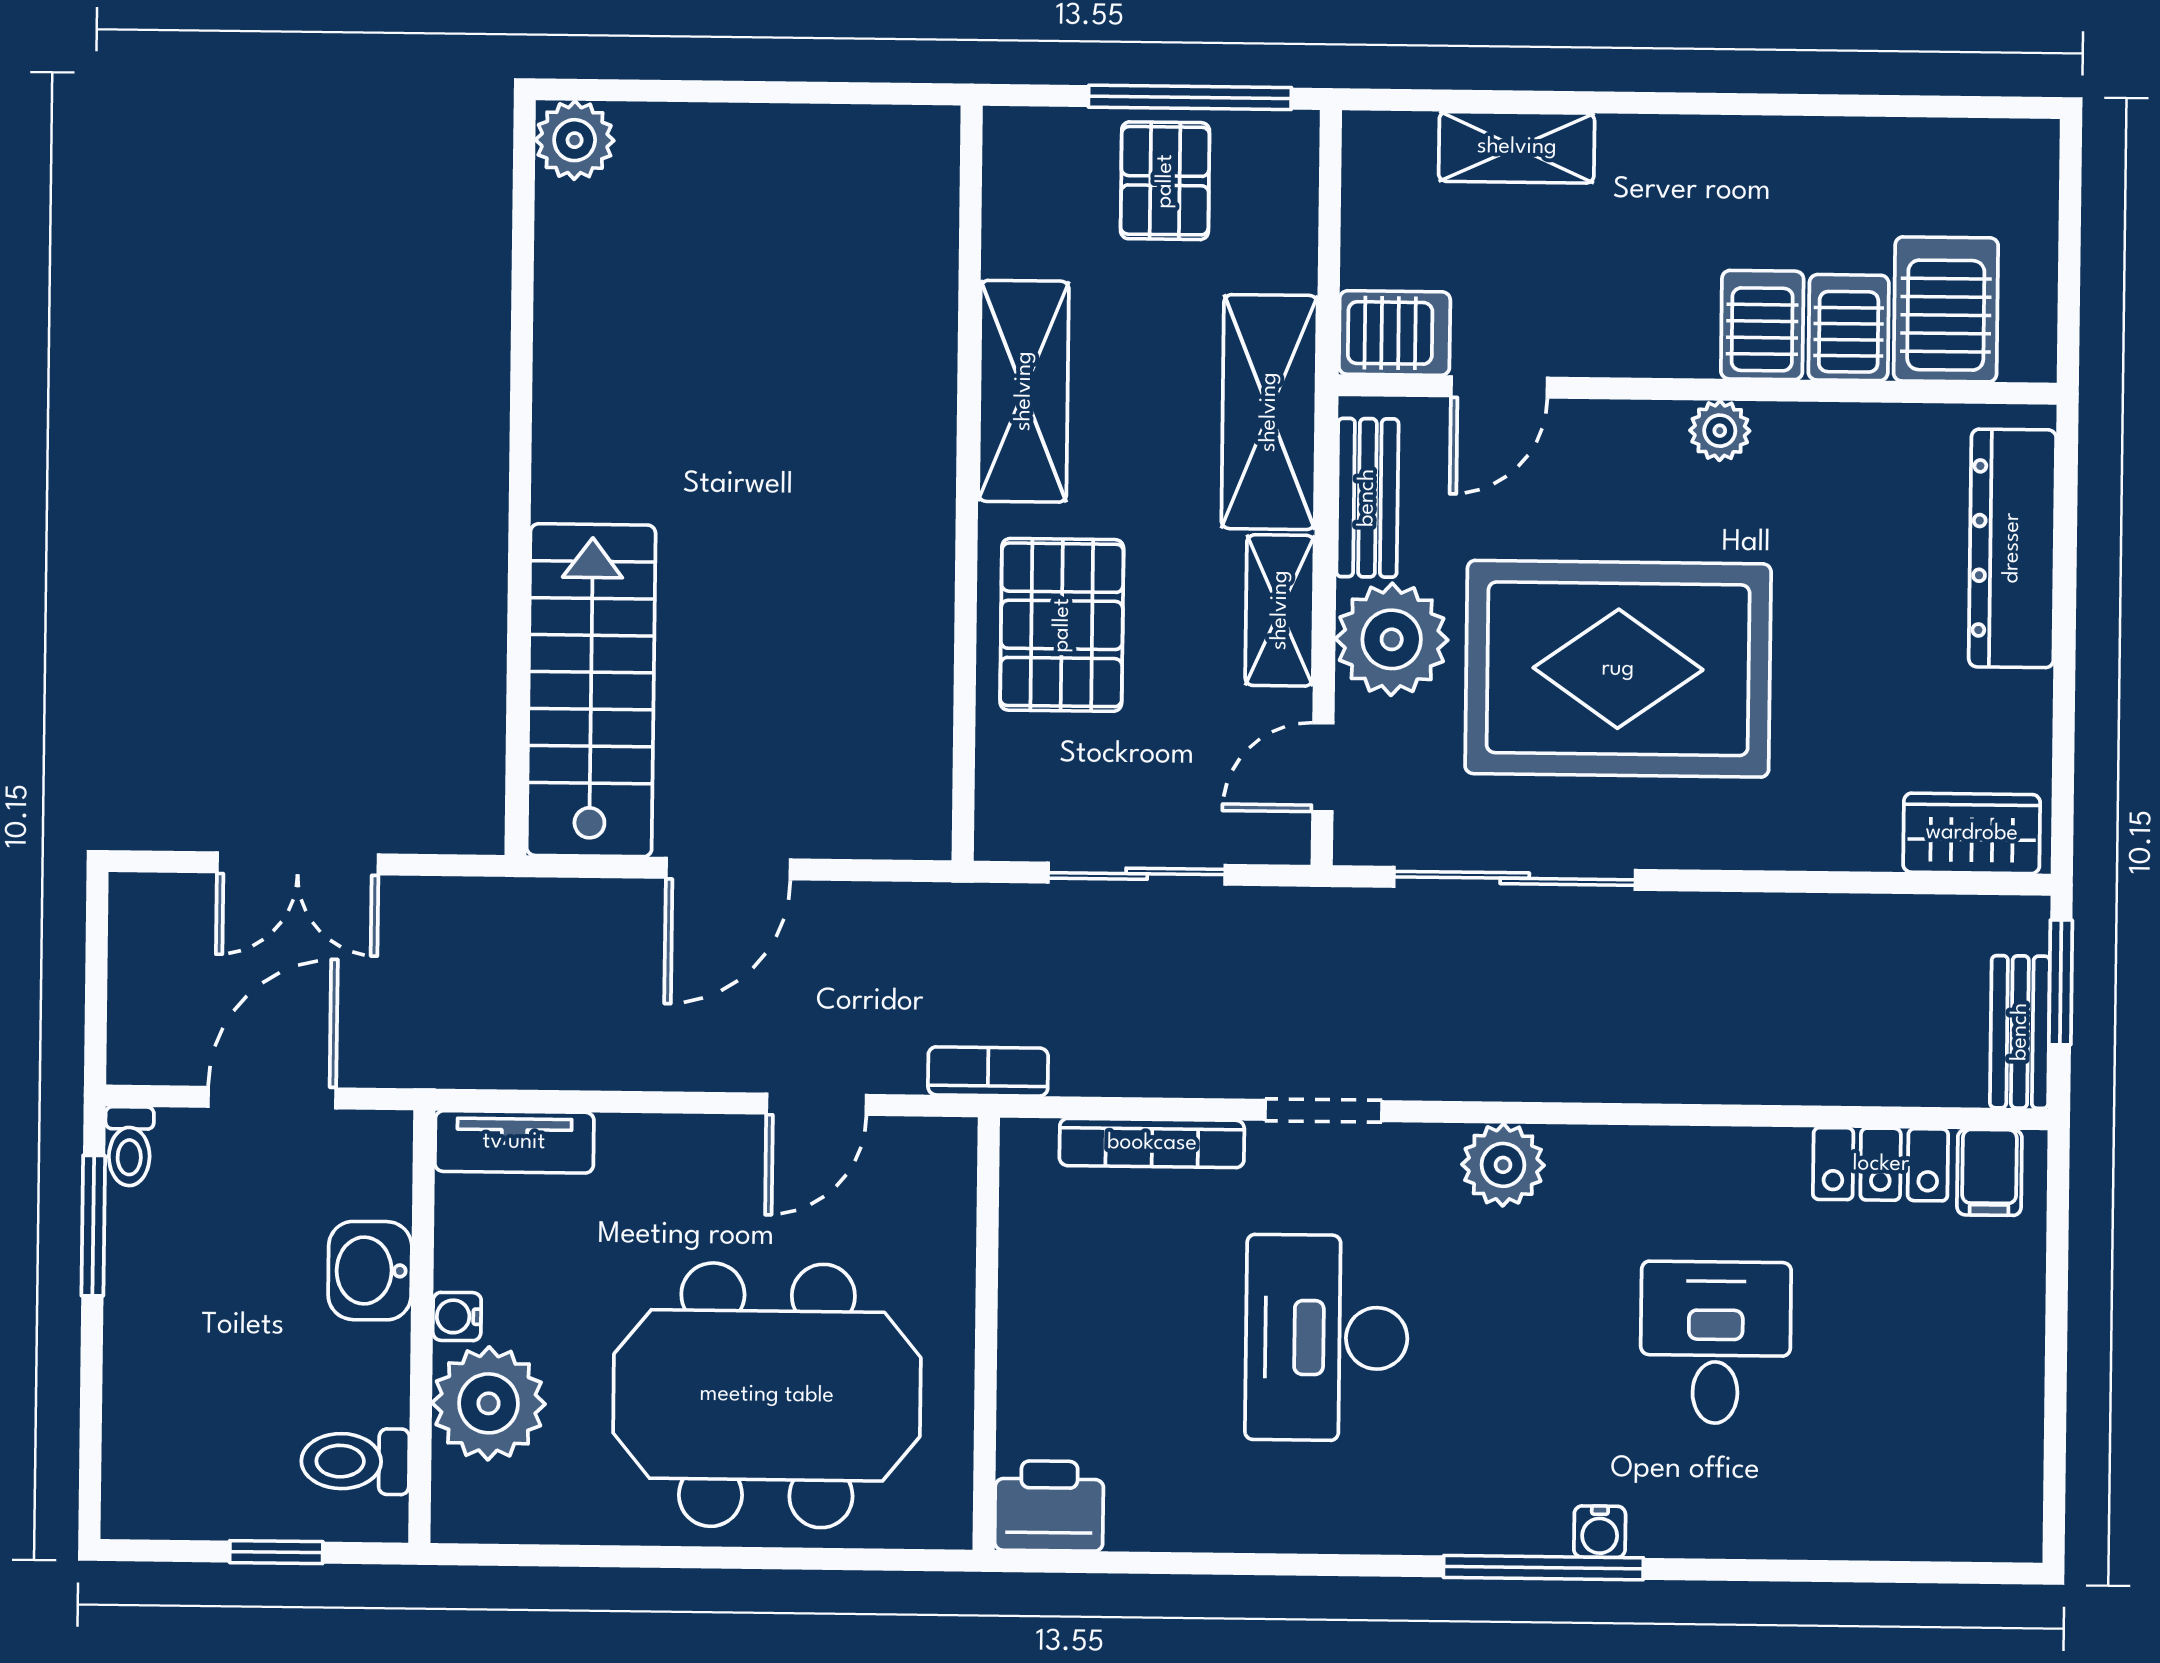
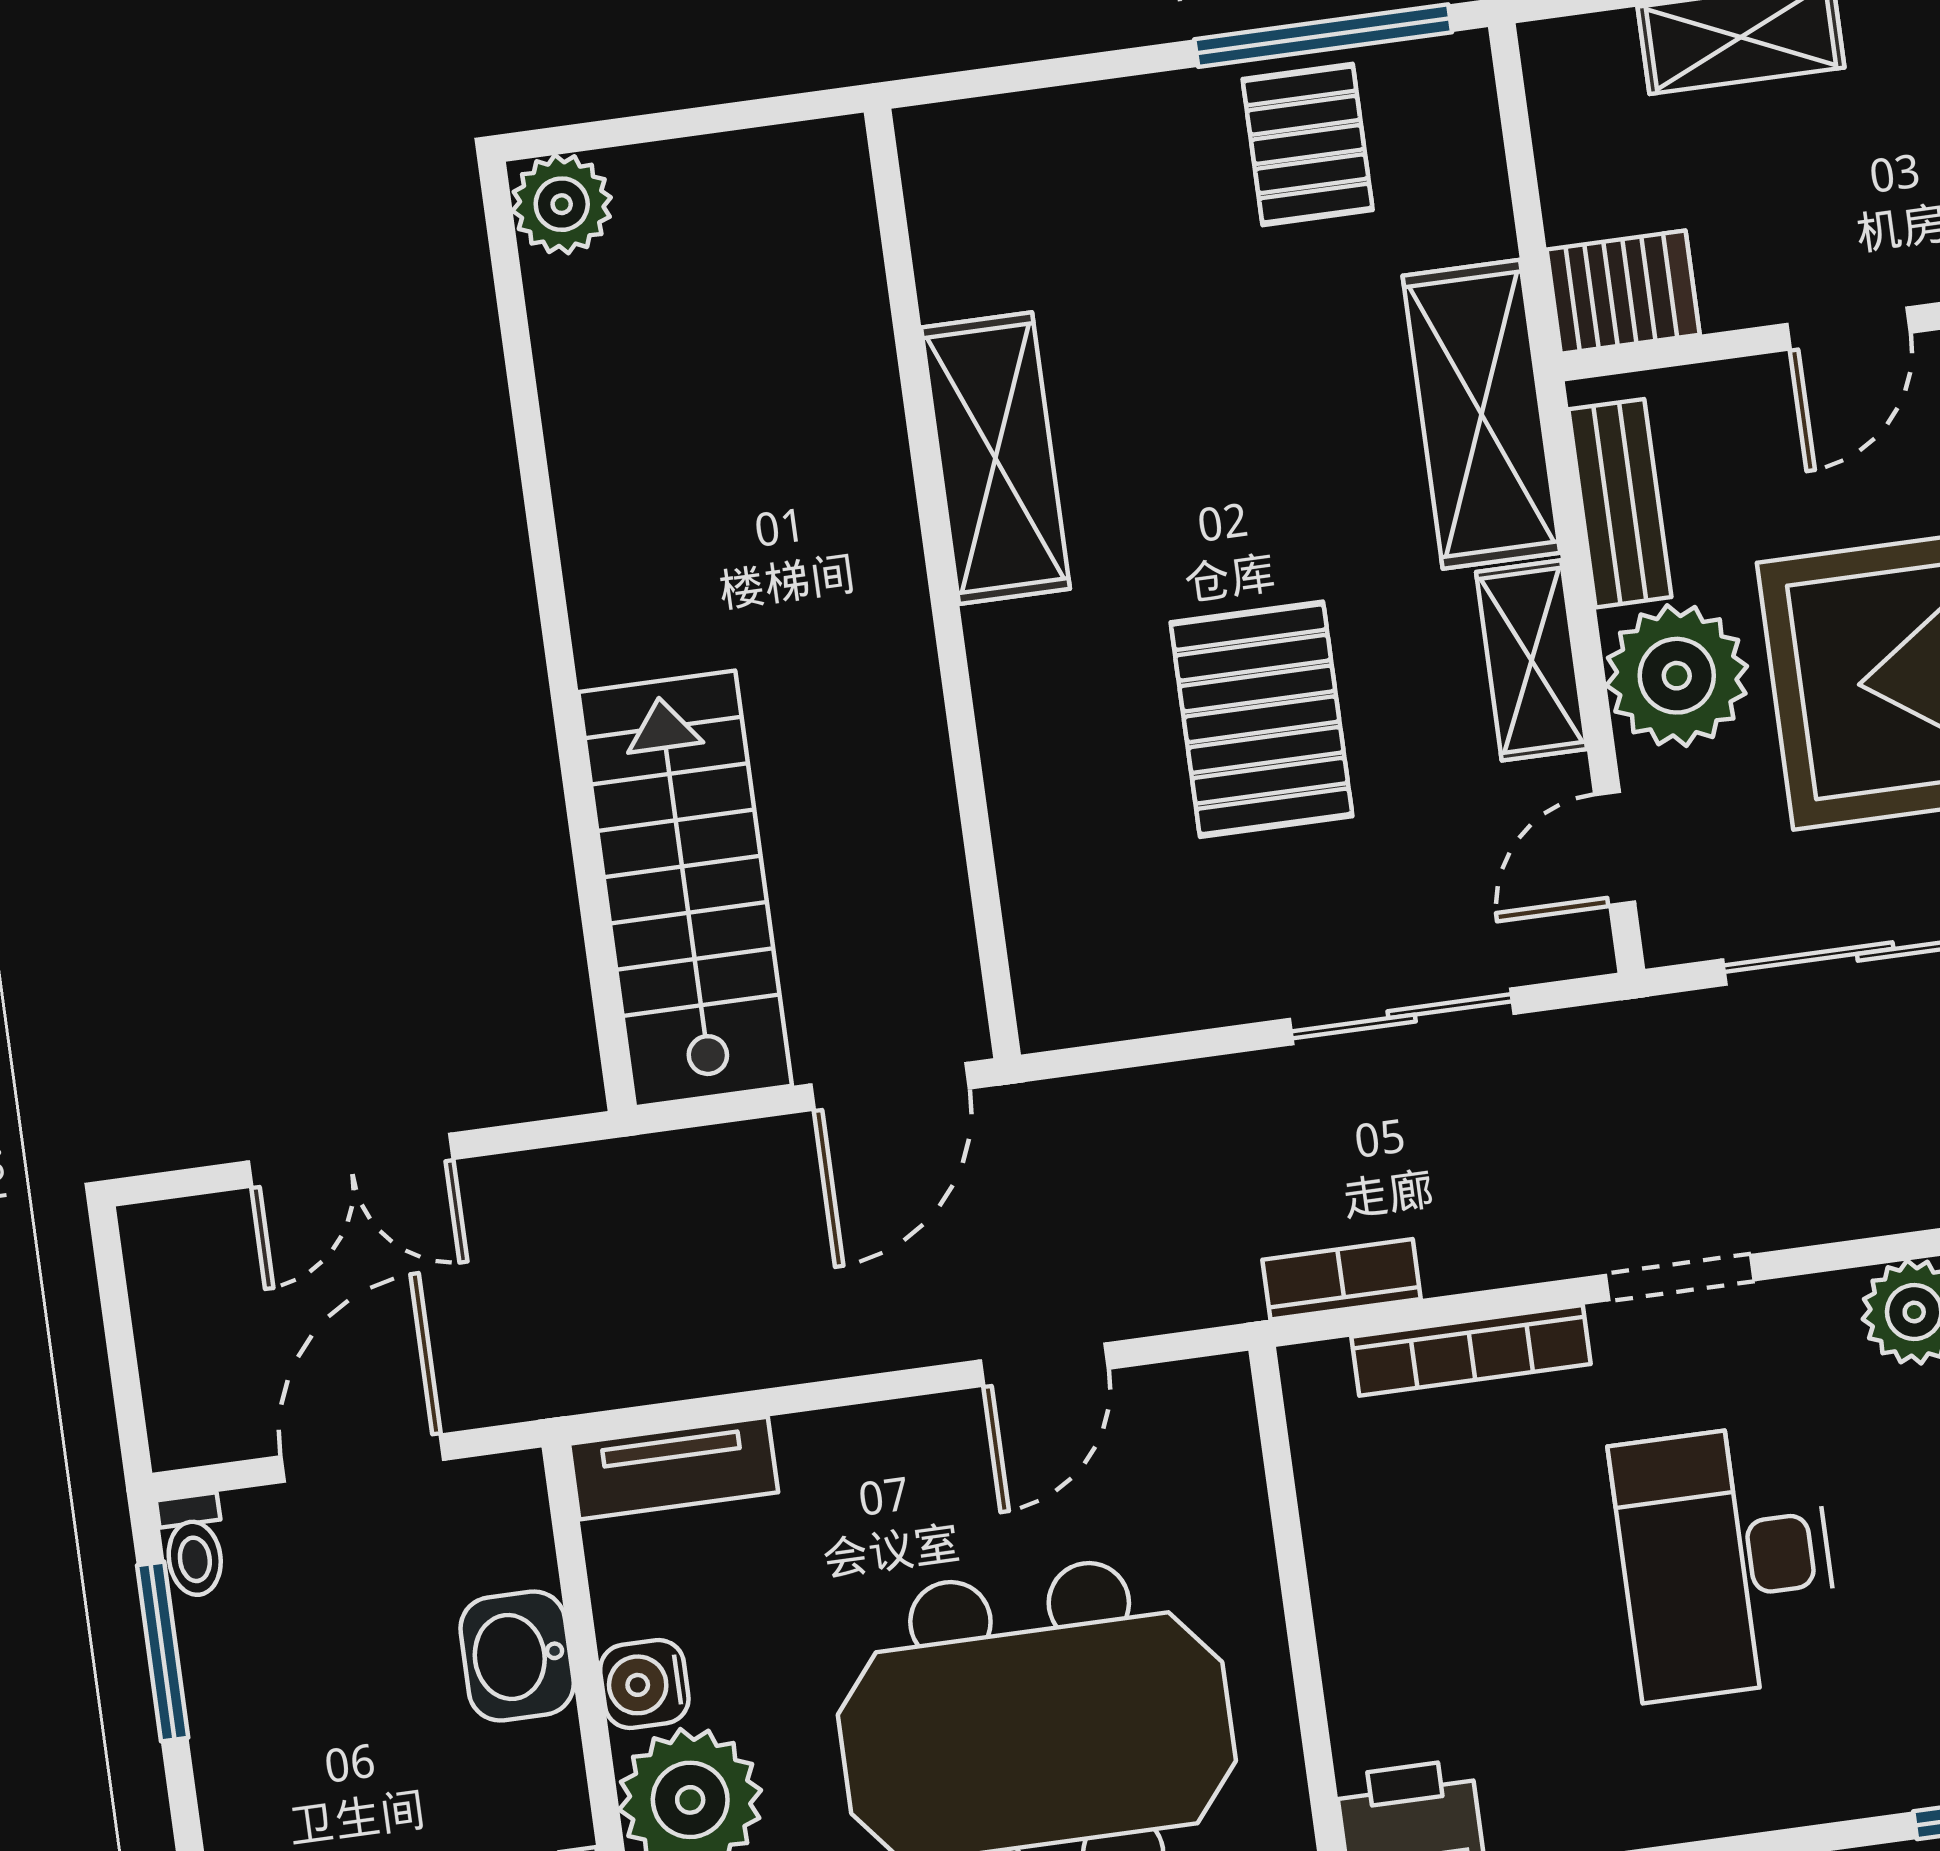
door: (1499, 387) -> (1848, 328), moved
shelving: (1024, 391) -> (996, 458), moved
wall: (967, 483) -> (942, 584), moved
bookcase: (988, 1071) -> (1342, 1279), moved
water cooler: (457, 1316) -> (644, 1684), width x1.38, depth x1.38

